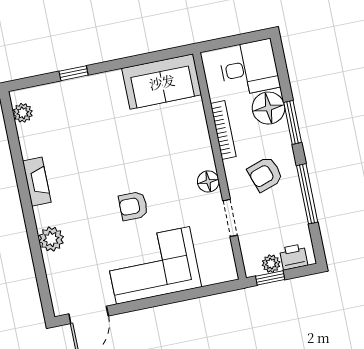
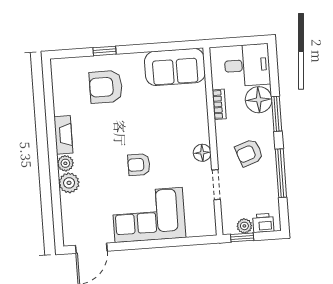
plant: (23, 113) -> (65, 163), moved
armchair: (81, 117) -> (106, 87), added
bookcase: (223, 130) -> (219, 104), width x0.64

